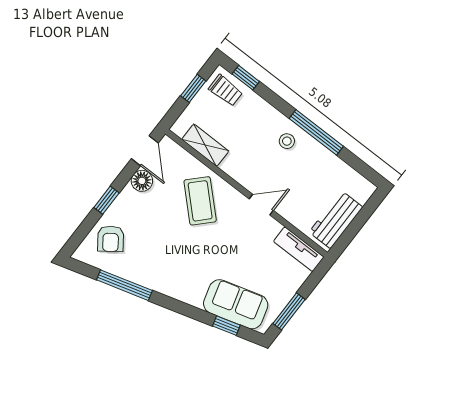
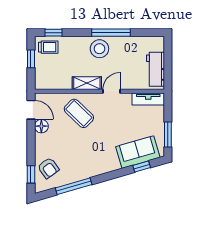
stool: (287, 141) -> (99, 49), width x1.89, depth x1.89
shelving: (205, 145) -> (87, 83), moved
window: (106, 200) -> (31, 174), moved

